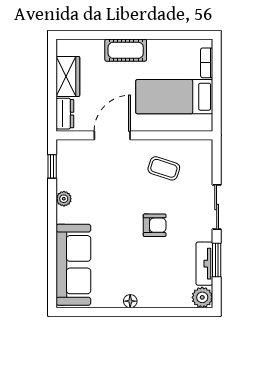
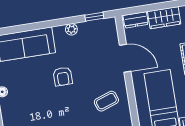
coffee table: (164, 168) -> (106, 101), turned 53
armchair: (155, 225) -> (63, 76), moved

